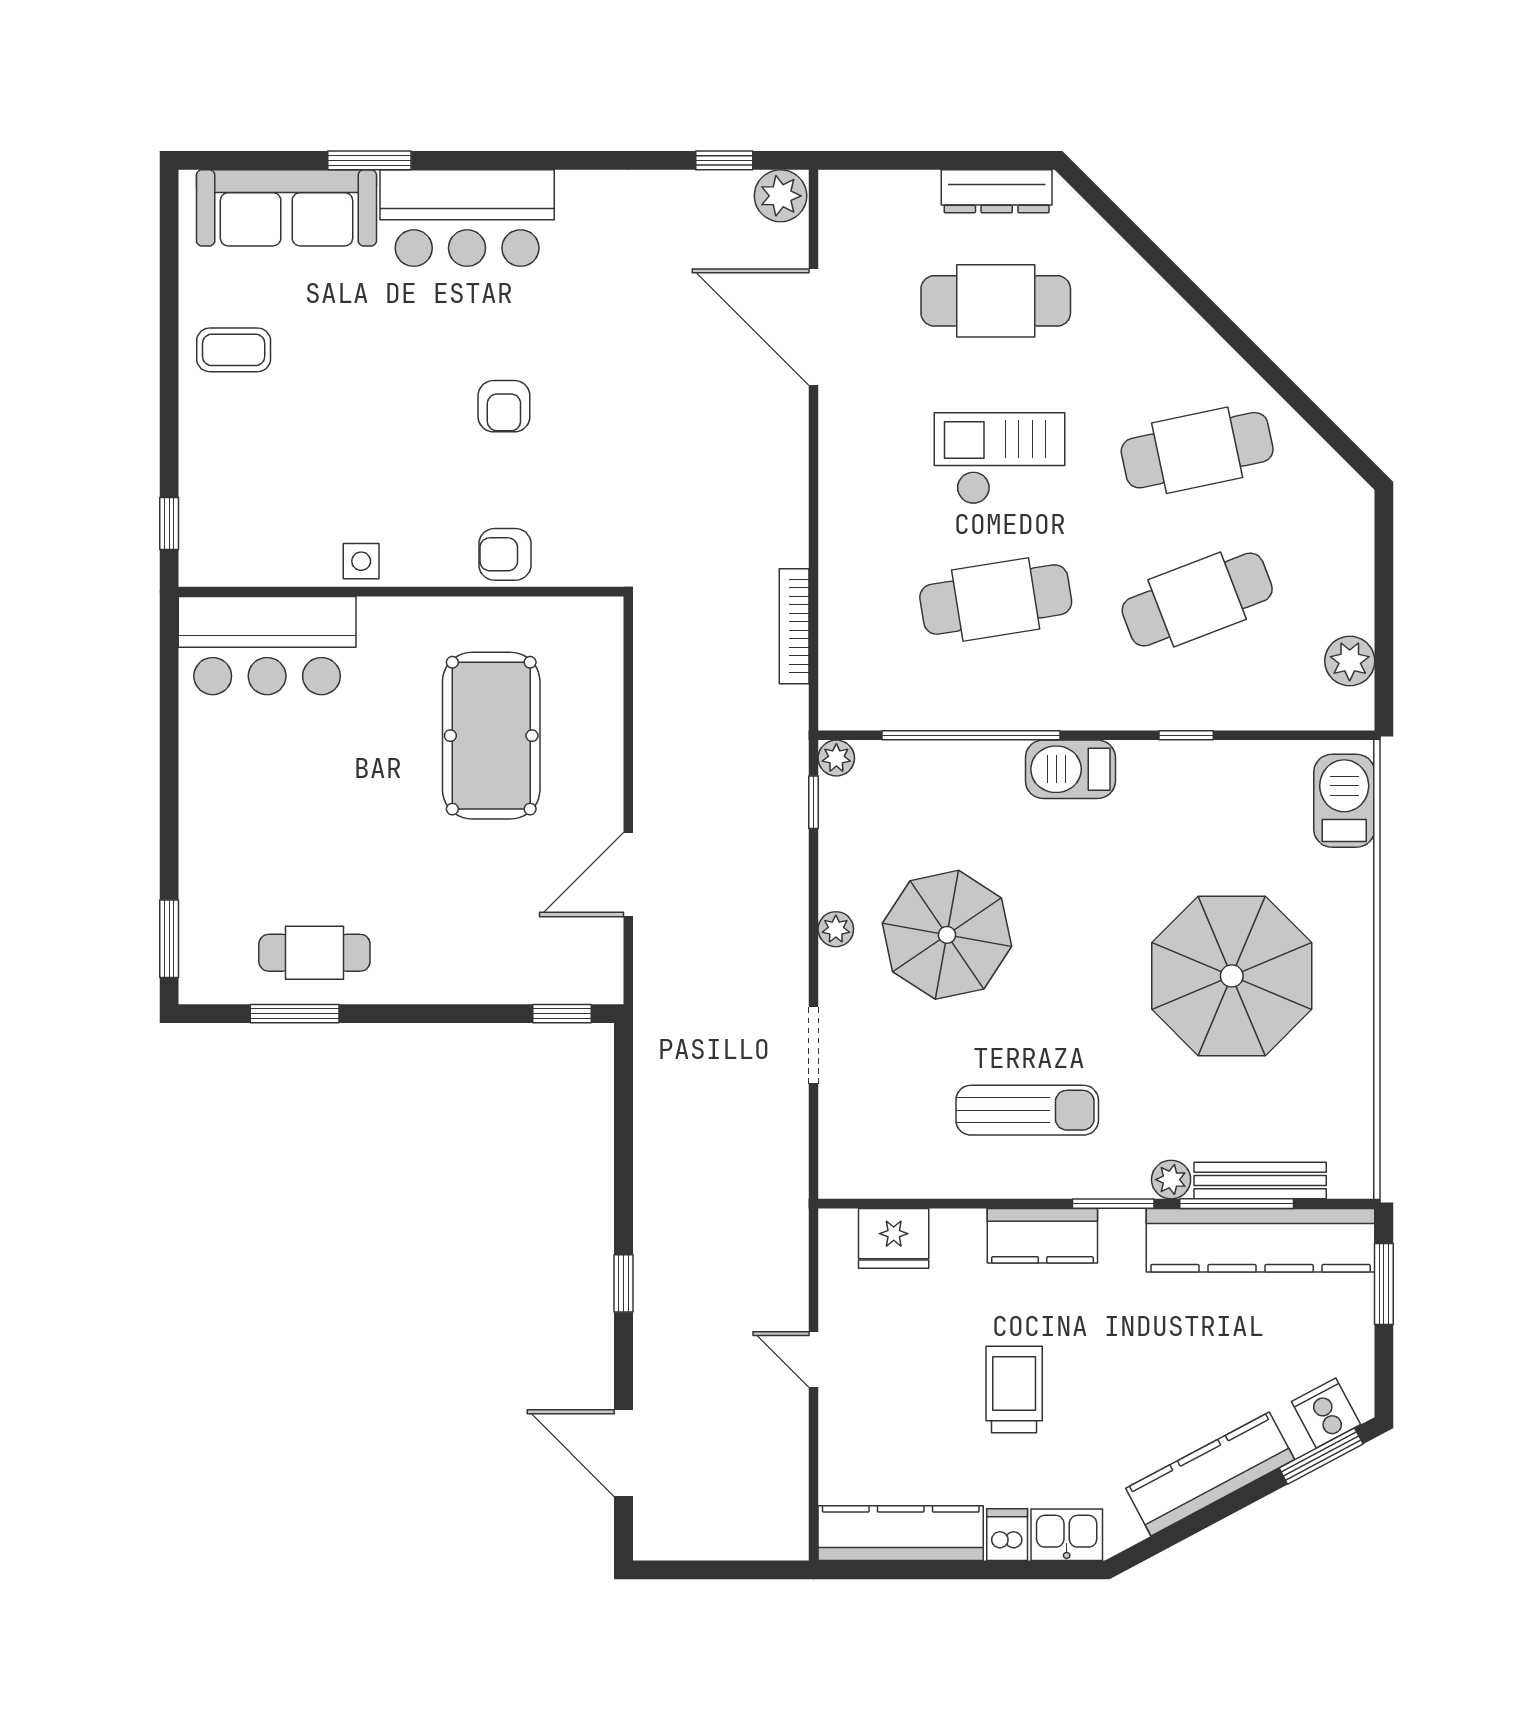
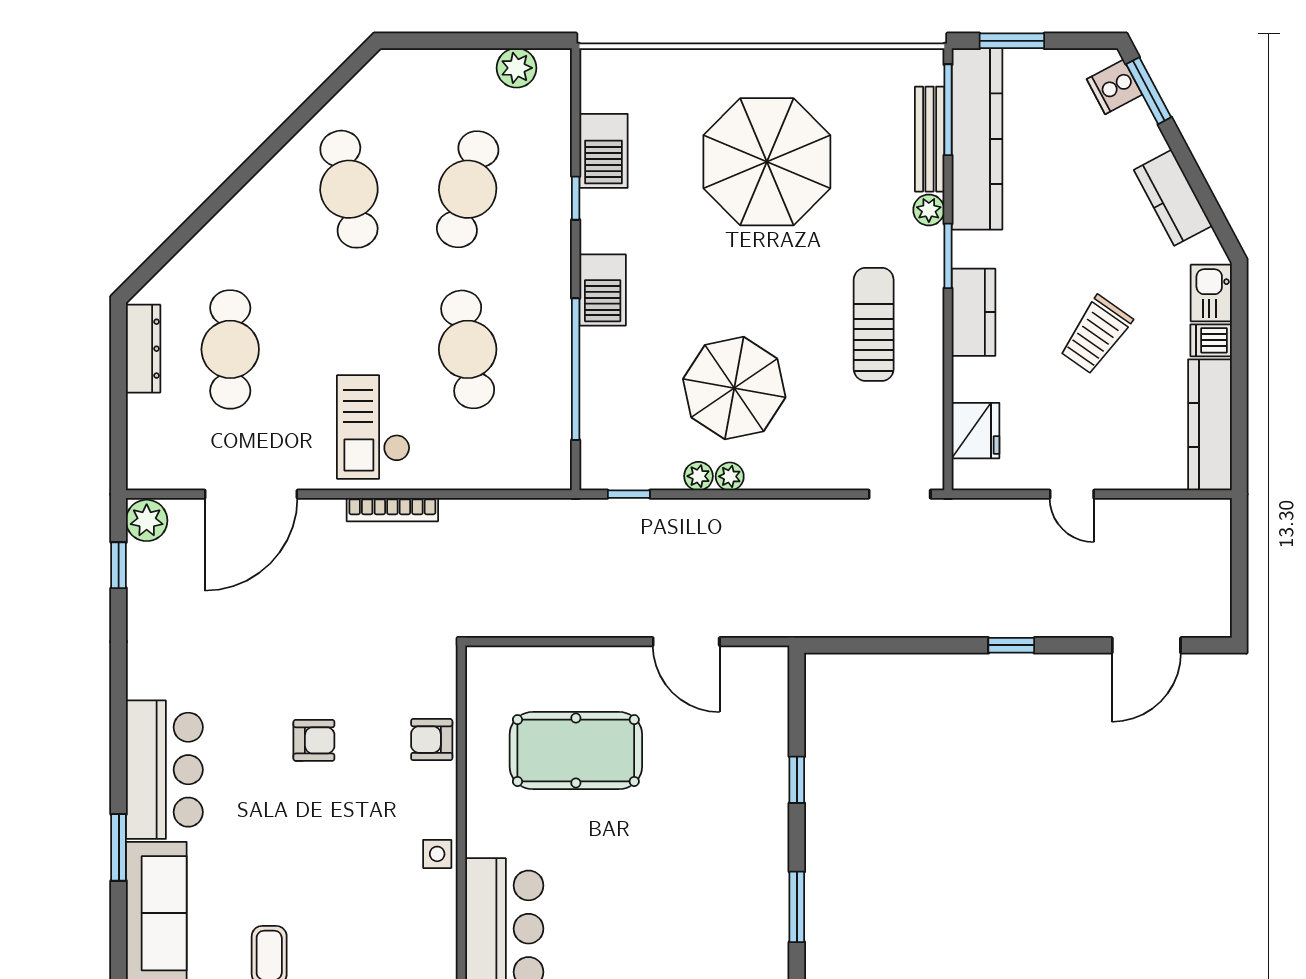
checkout: (999, 458) -> (373, 427), moved
armchair: (505, 554) -> (432, 740), turned 90
cafe table: (1197, 600) -> (468, 189), turned 36
bookcase: (794, 626) -> (392, 510), moved
plant: (836, 758) -> (698, 476), moved
barbecue: (1344, 801) -> (604, 151), moved, turned -90
cafe table: (314, 953) -> (748, 891), removed
window: (562, 1014) -> (797, 780), moved
doorway: (814, 1045) -> (900, 494), moved
window: (1237, 1204) -> (948, 110), moved
door: (814, 1359) -> (1072, 494), hinge flipped
trolley: (1014, 1390) -> (1096, 335), turned -55
kitchen counter: (1210, 1474) -> (1173, 198), width x0.67

